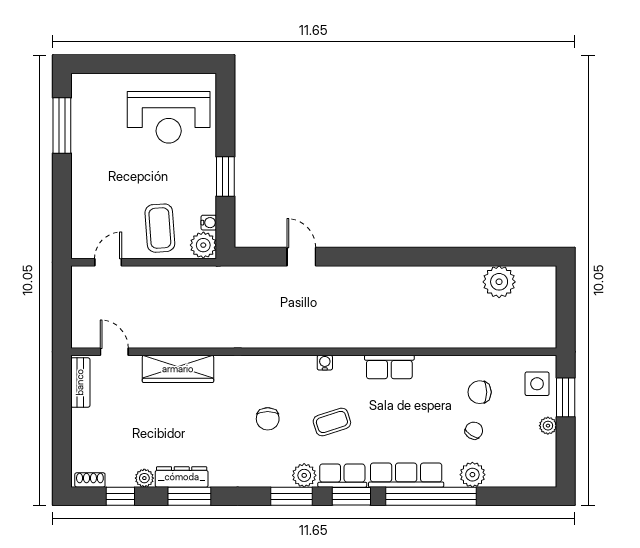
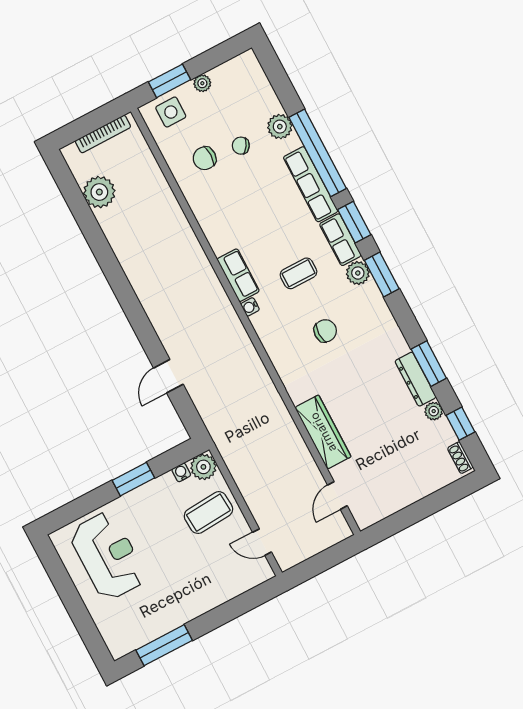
bookcase: (549, 312) -> (103, 134), added
row of seats: (389, 367) -> (238, 275), moved
bench: (80, 382) -> (380, 511), removed
chair: (480, 392) -> (205, 158), turned 90
coffee table: (332, 422) -> (298, 273), turned -72

